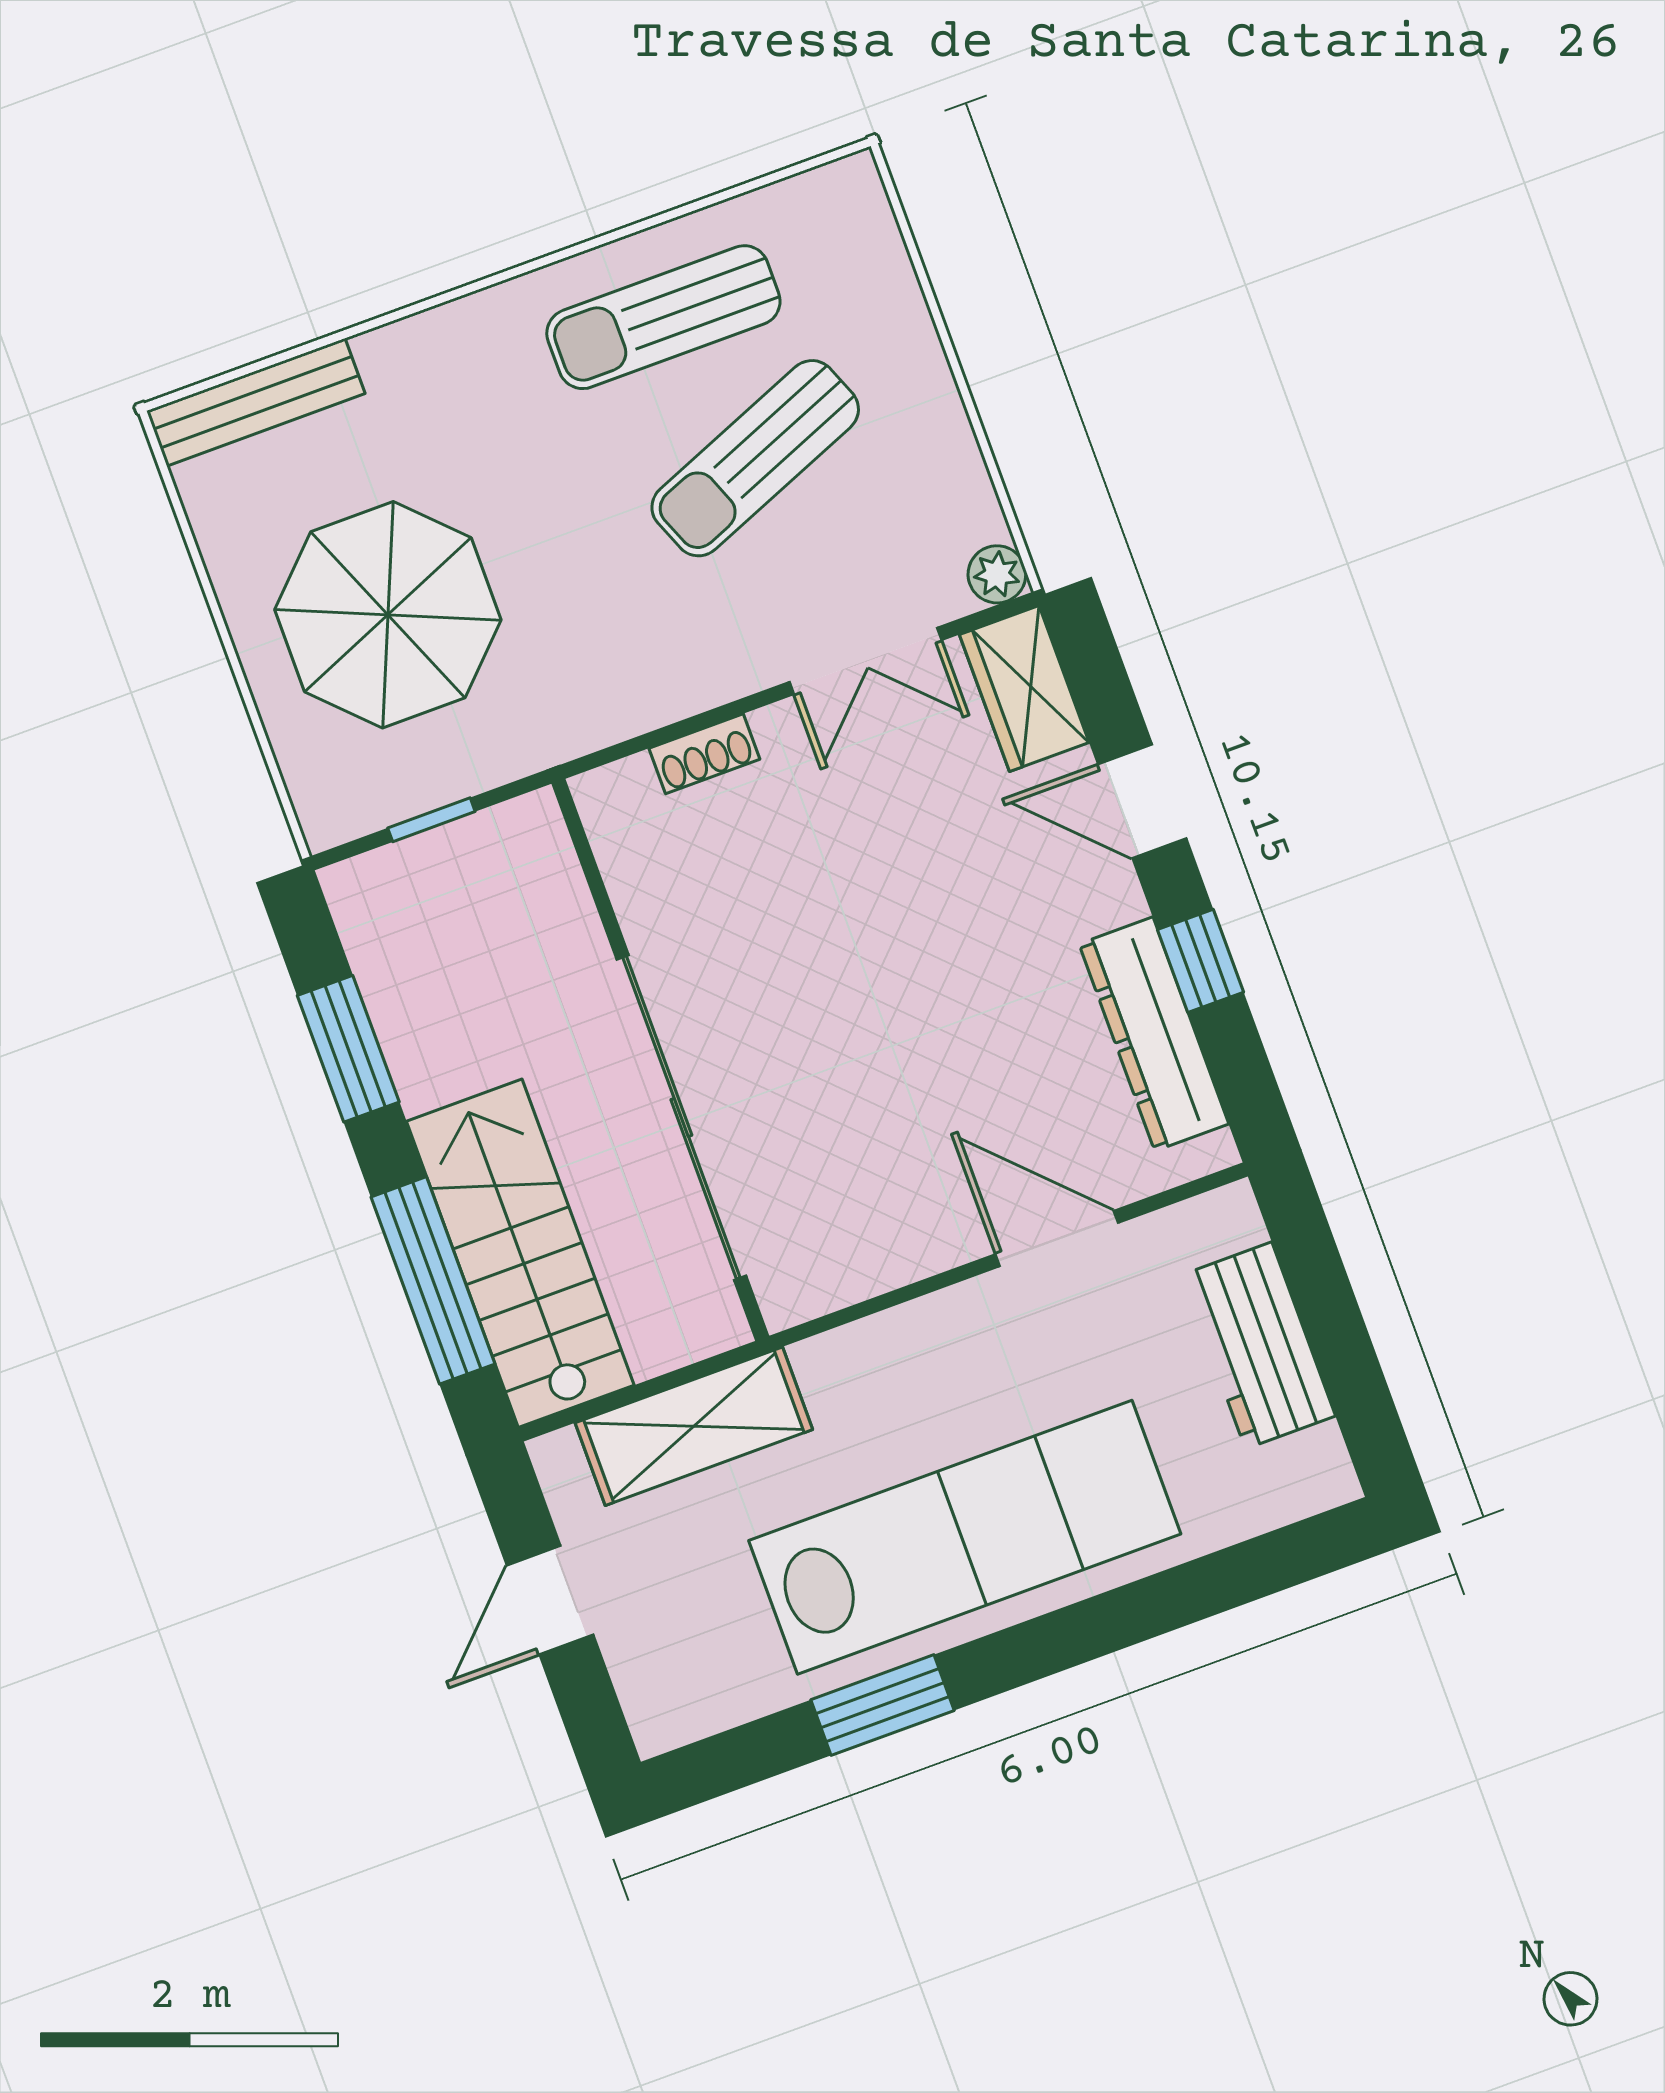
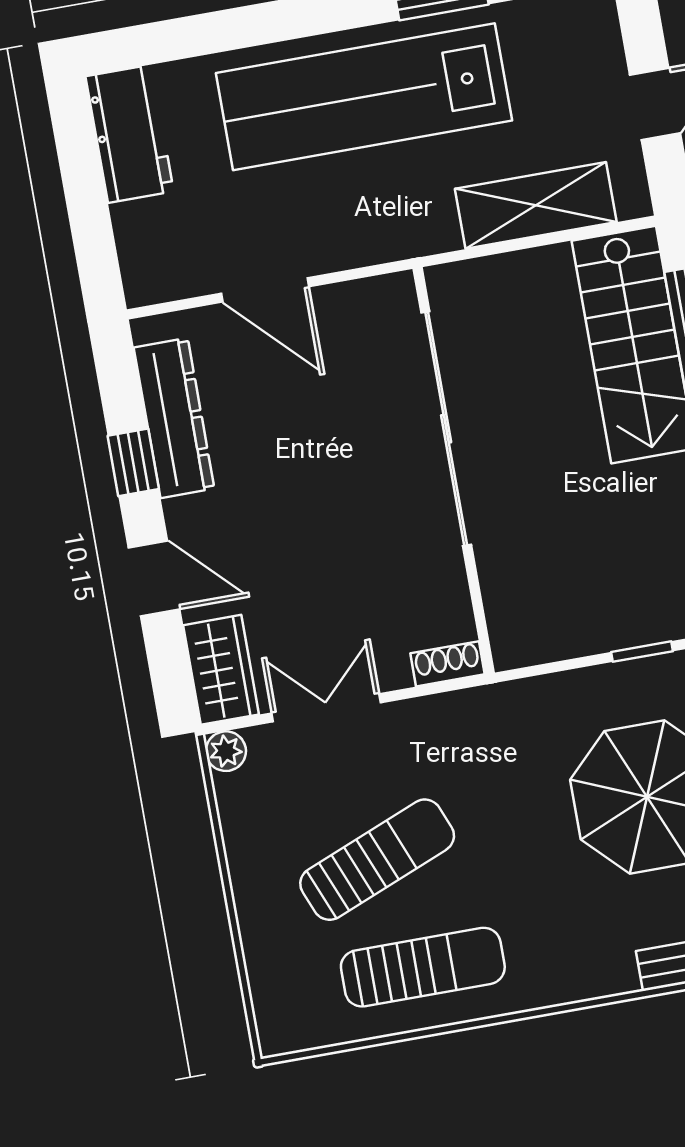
wall: (660, 1060) -> (454, 471), moved
sliding door: (681, 1117) -> (446, 429), moved
workbench: (1259, 1345) -> (129, 134), moved

